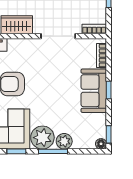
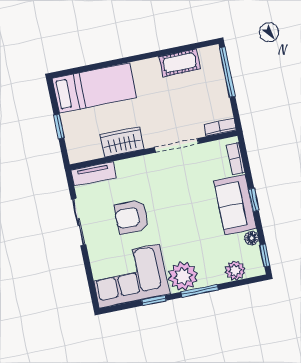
plant: (64, 141) -> (235, 270), moved
floor lamp: (101, 144) -> (252, 238), moved

